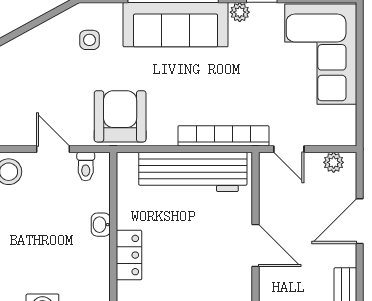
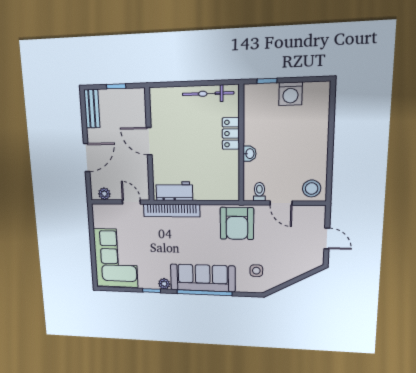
workbench: (193, 172) -> (174, 191), width x0.53, depth x0.76

